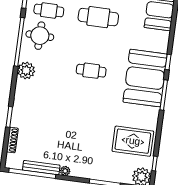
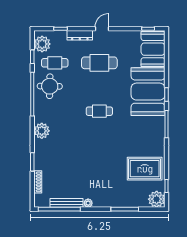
plant: (26, 70) -> (42, 131), moved
booth: (145, 78) -> (148, 92), moved

